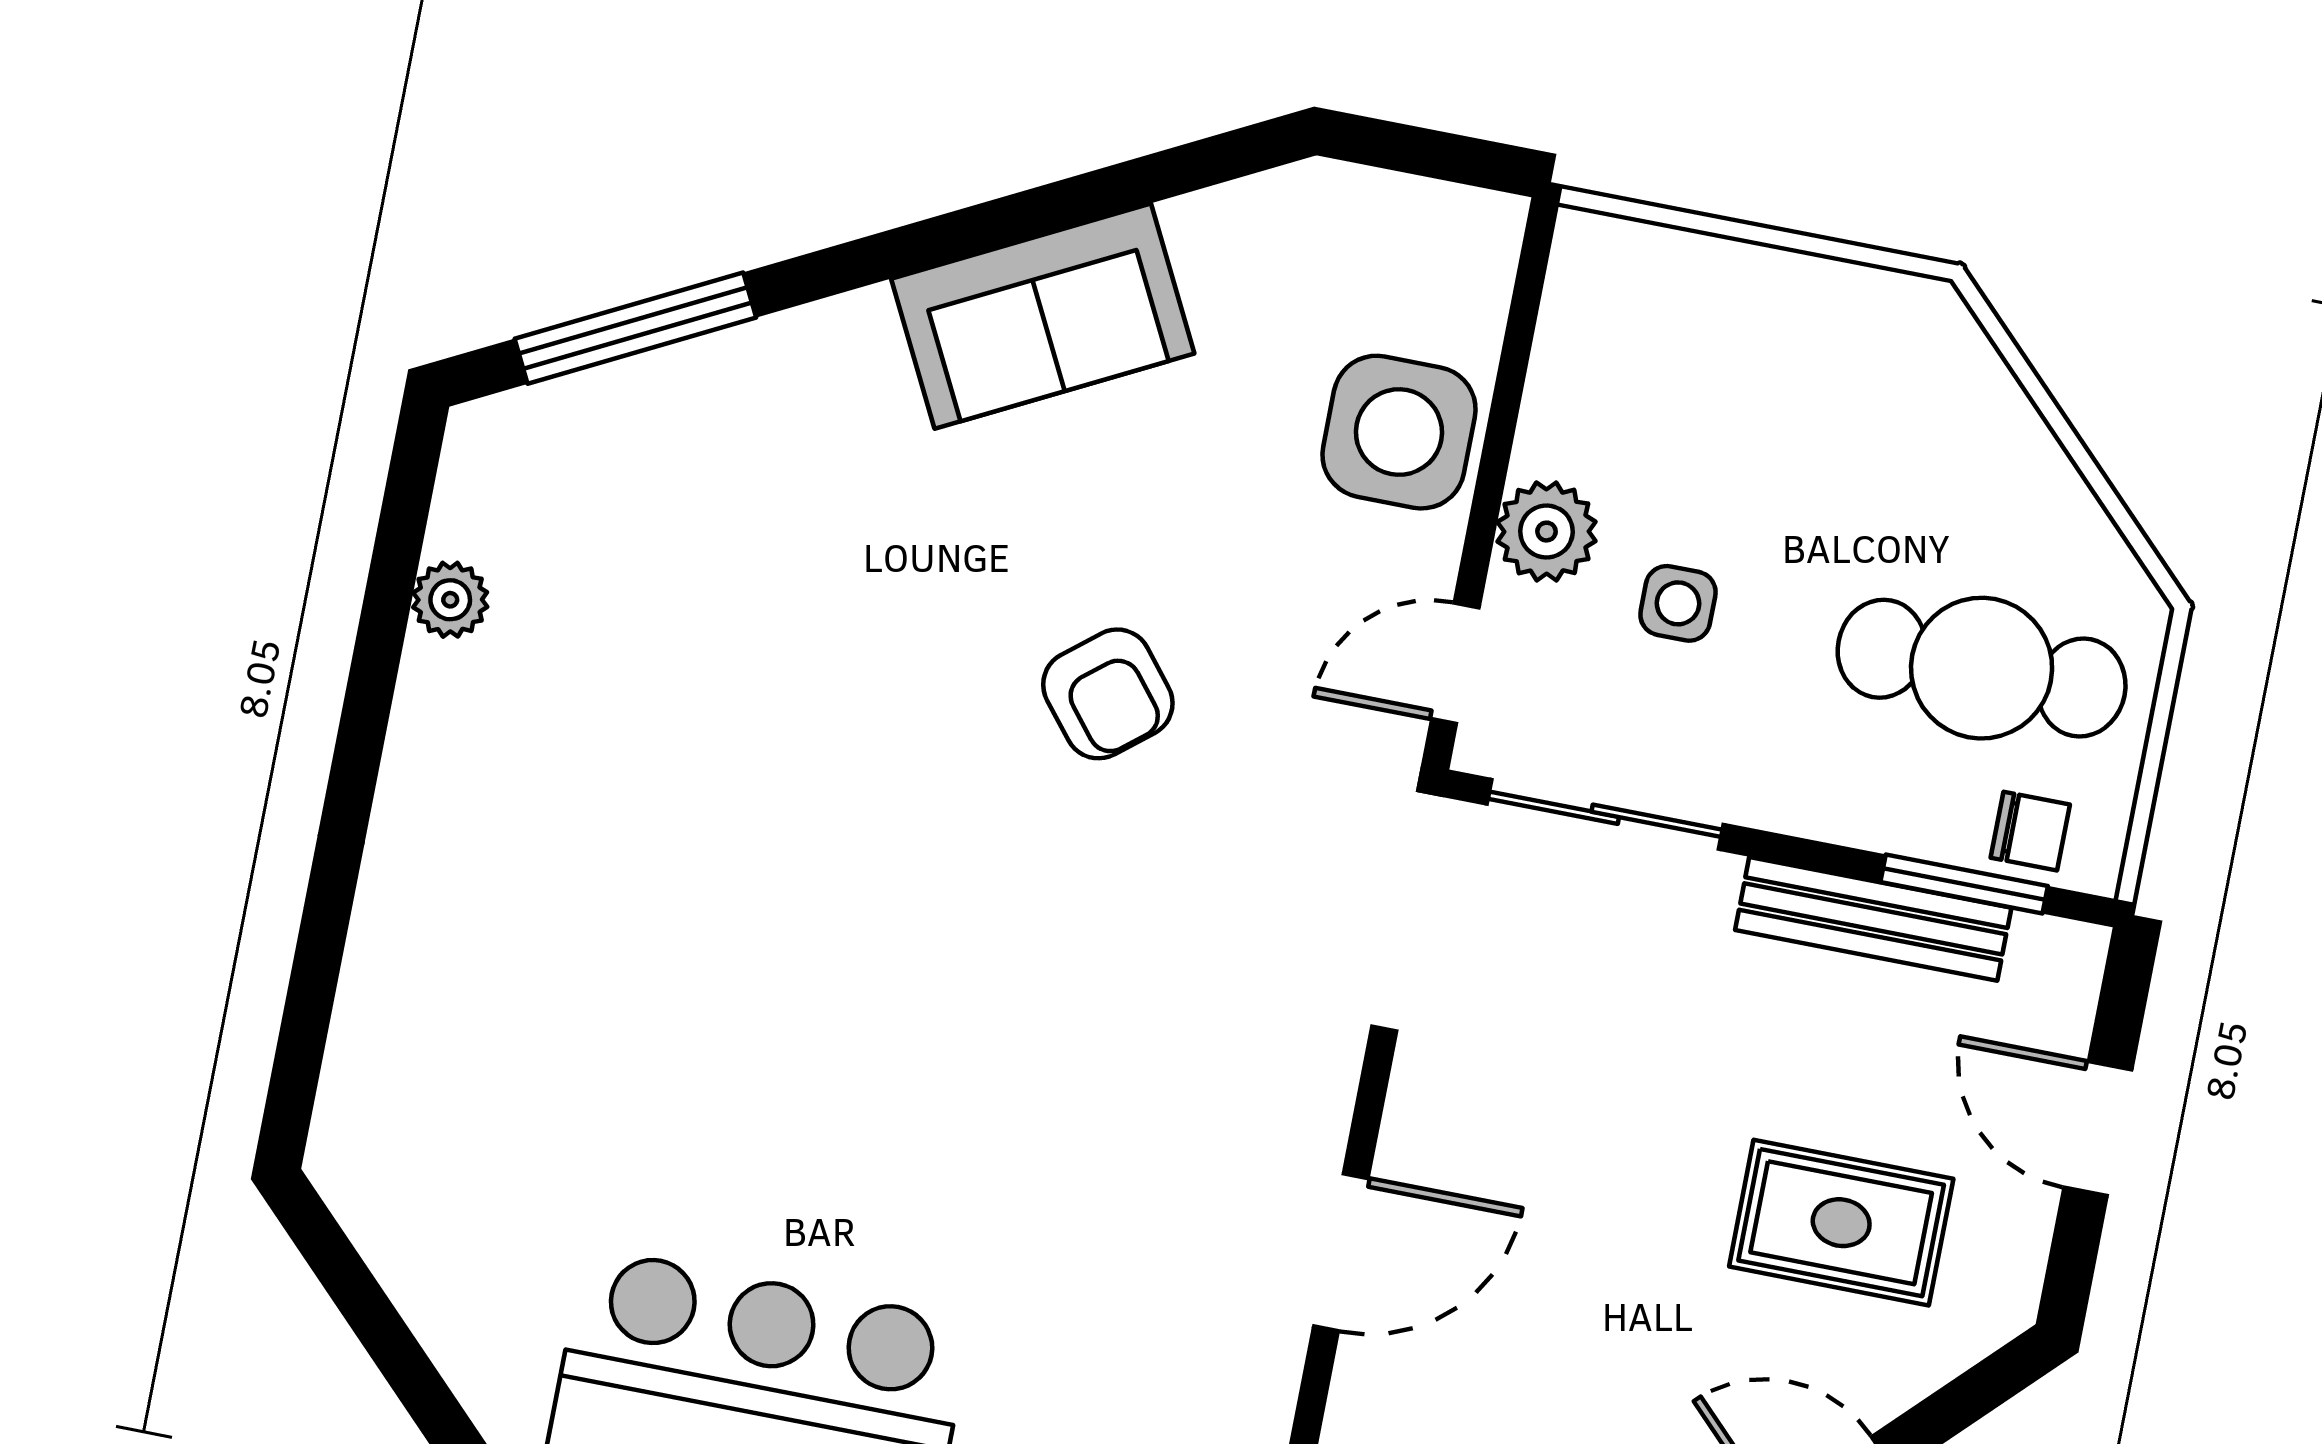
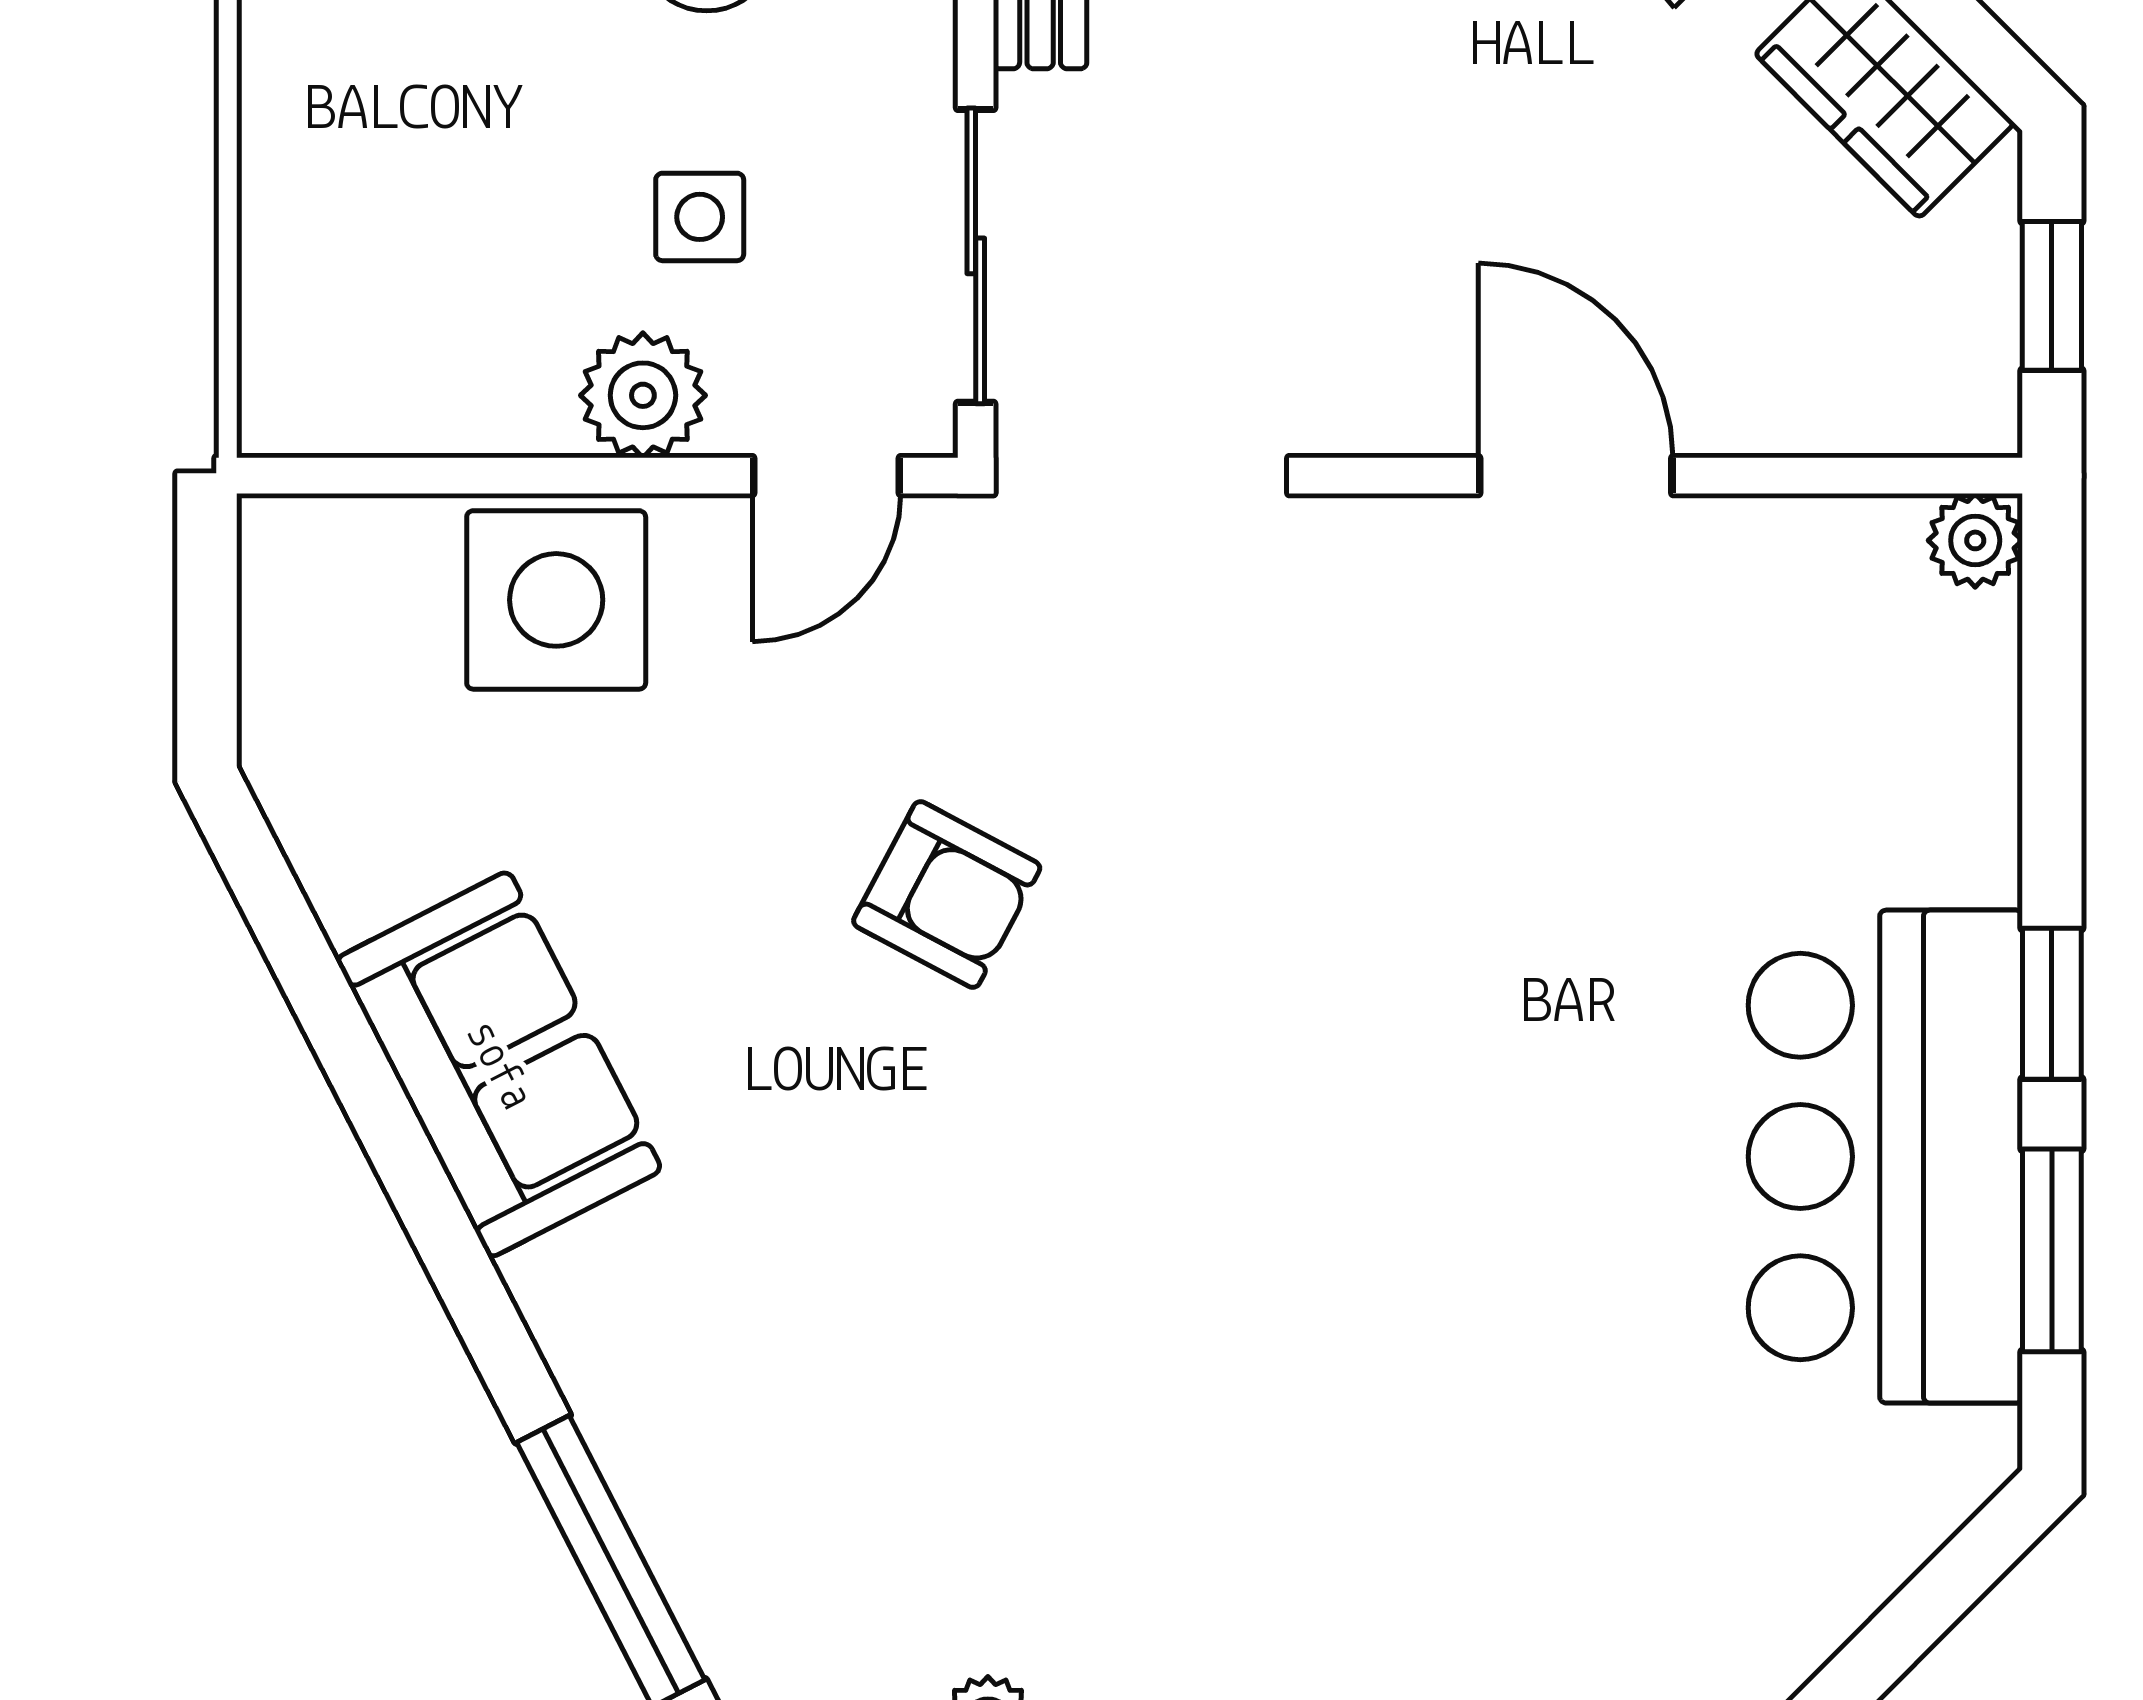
door: (1455, 663) -> (826, 476), hinge flipped
armchair: (1108, 694) -> (947, 895), turned 67

